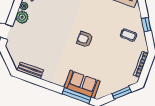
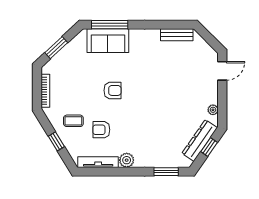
plant: (22, 17) -> (210, 96), removed
armchair: (110, 21) -> (101, 130), added
armchair: (85, 39) -> (112, 90), moved

